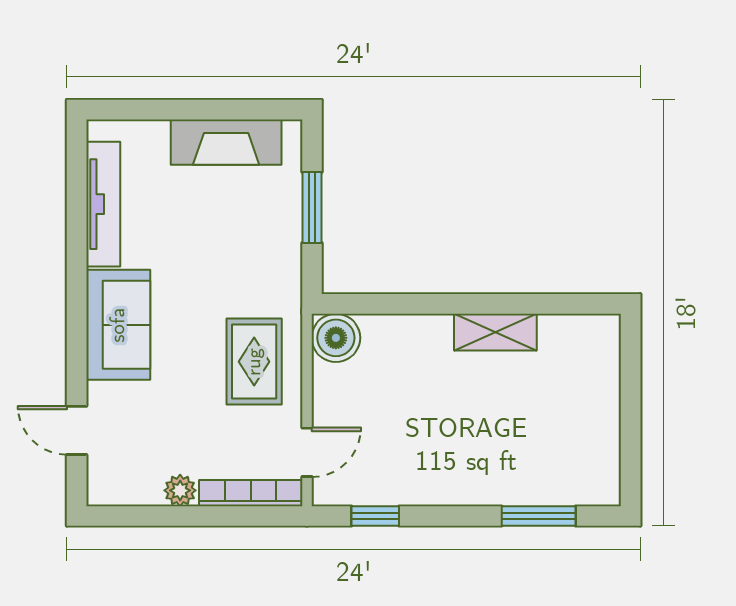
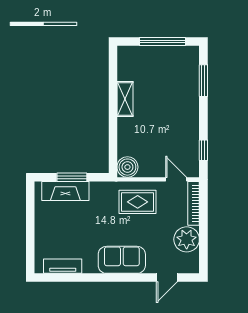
fireplace: (226, 142) -> (65, 191), moved, turned 90
tv unit: (103, 204) -> (63, 266), width x0.71
window: (631, 420) -> (162, 41), added
plant: (180, 490) -> (187, 239), width x1.88, depth x1.88

